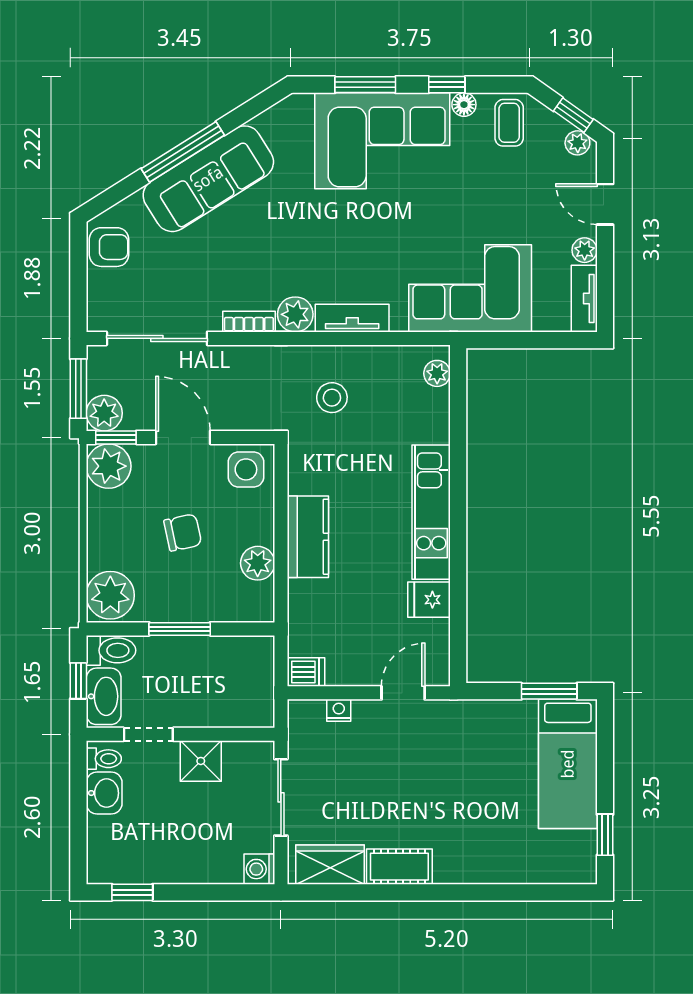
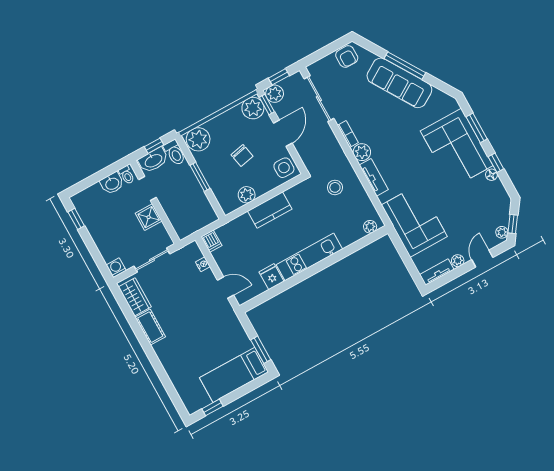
coffee table: (509, 123) -> (494, 198), removed
window: (78, 389) -> (279, 77), width x0.67

